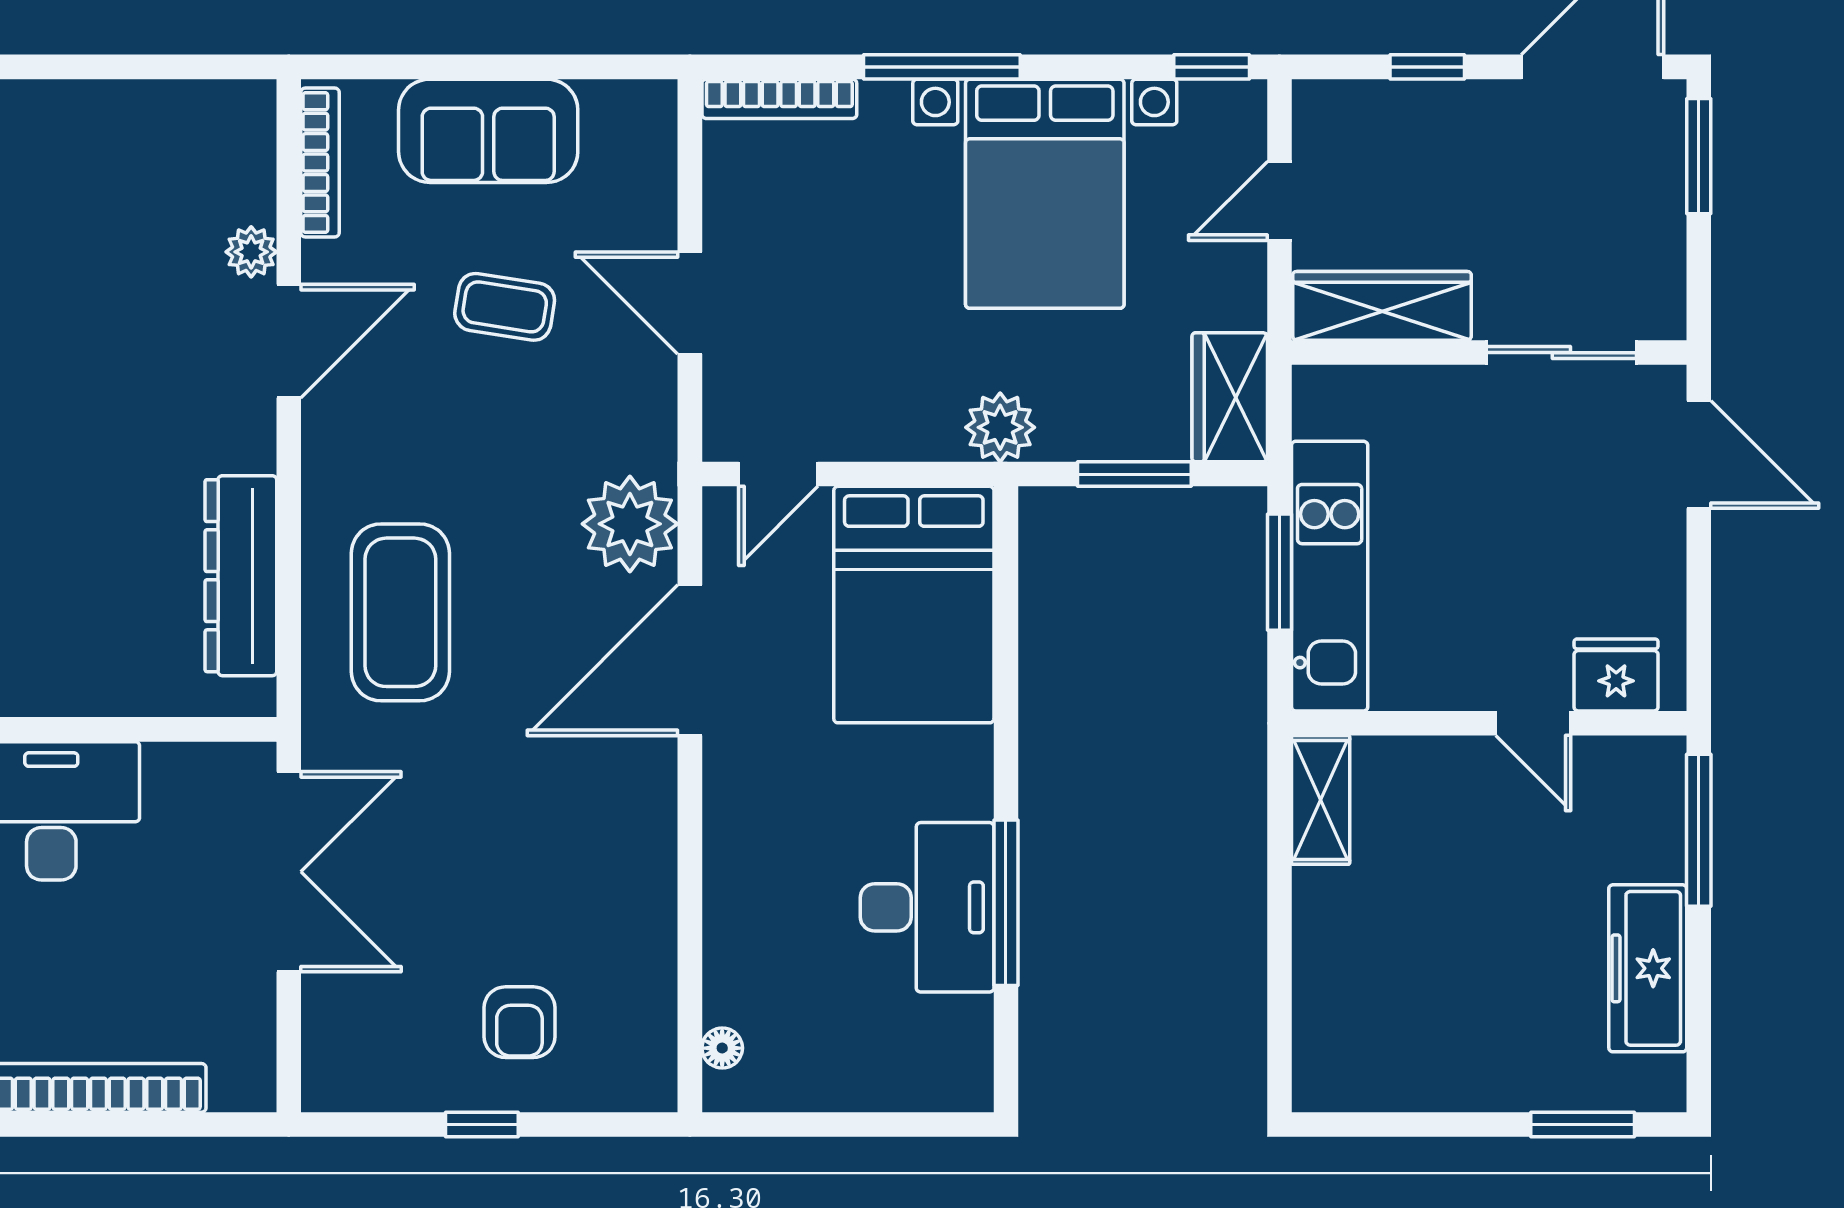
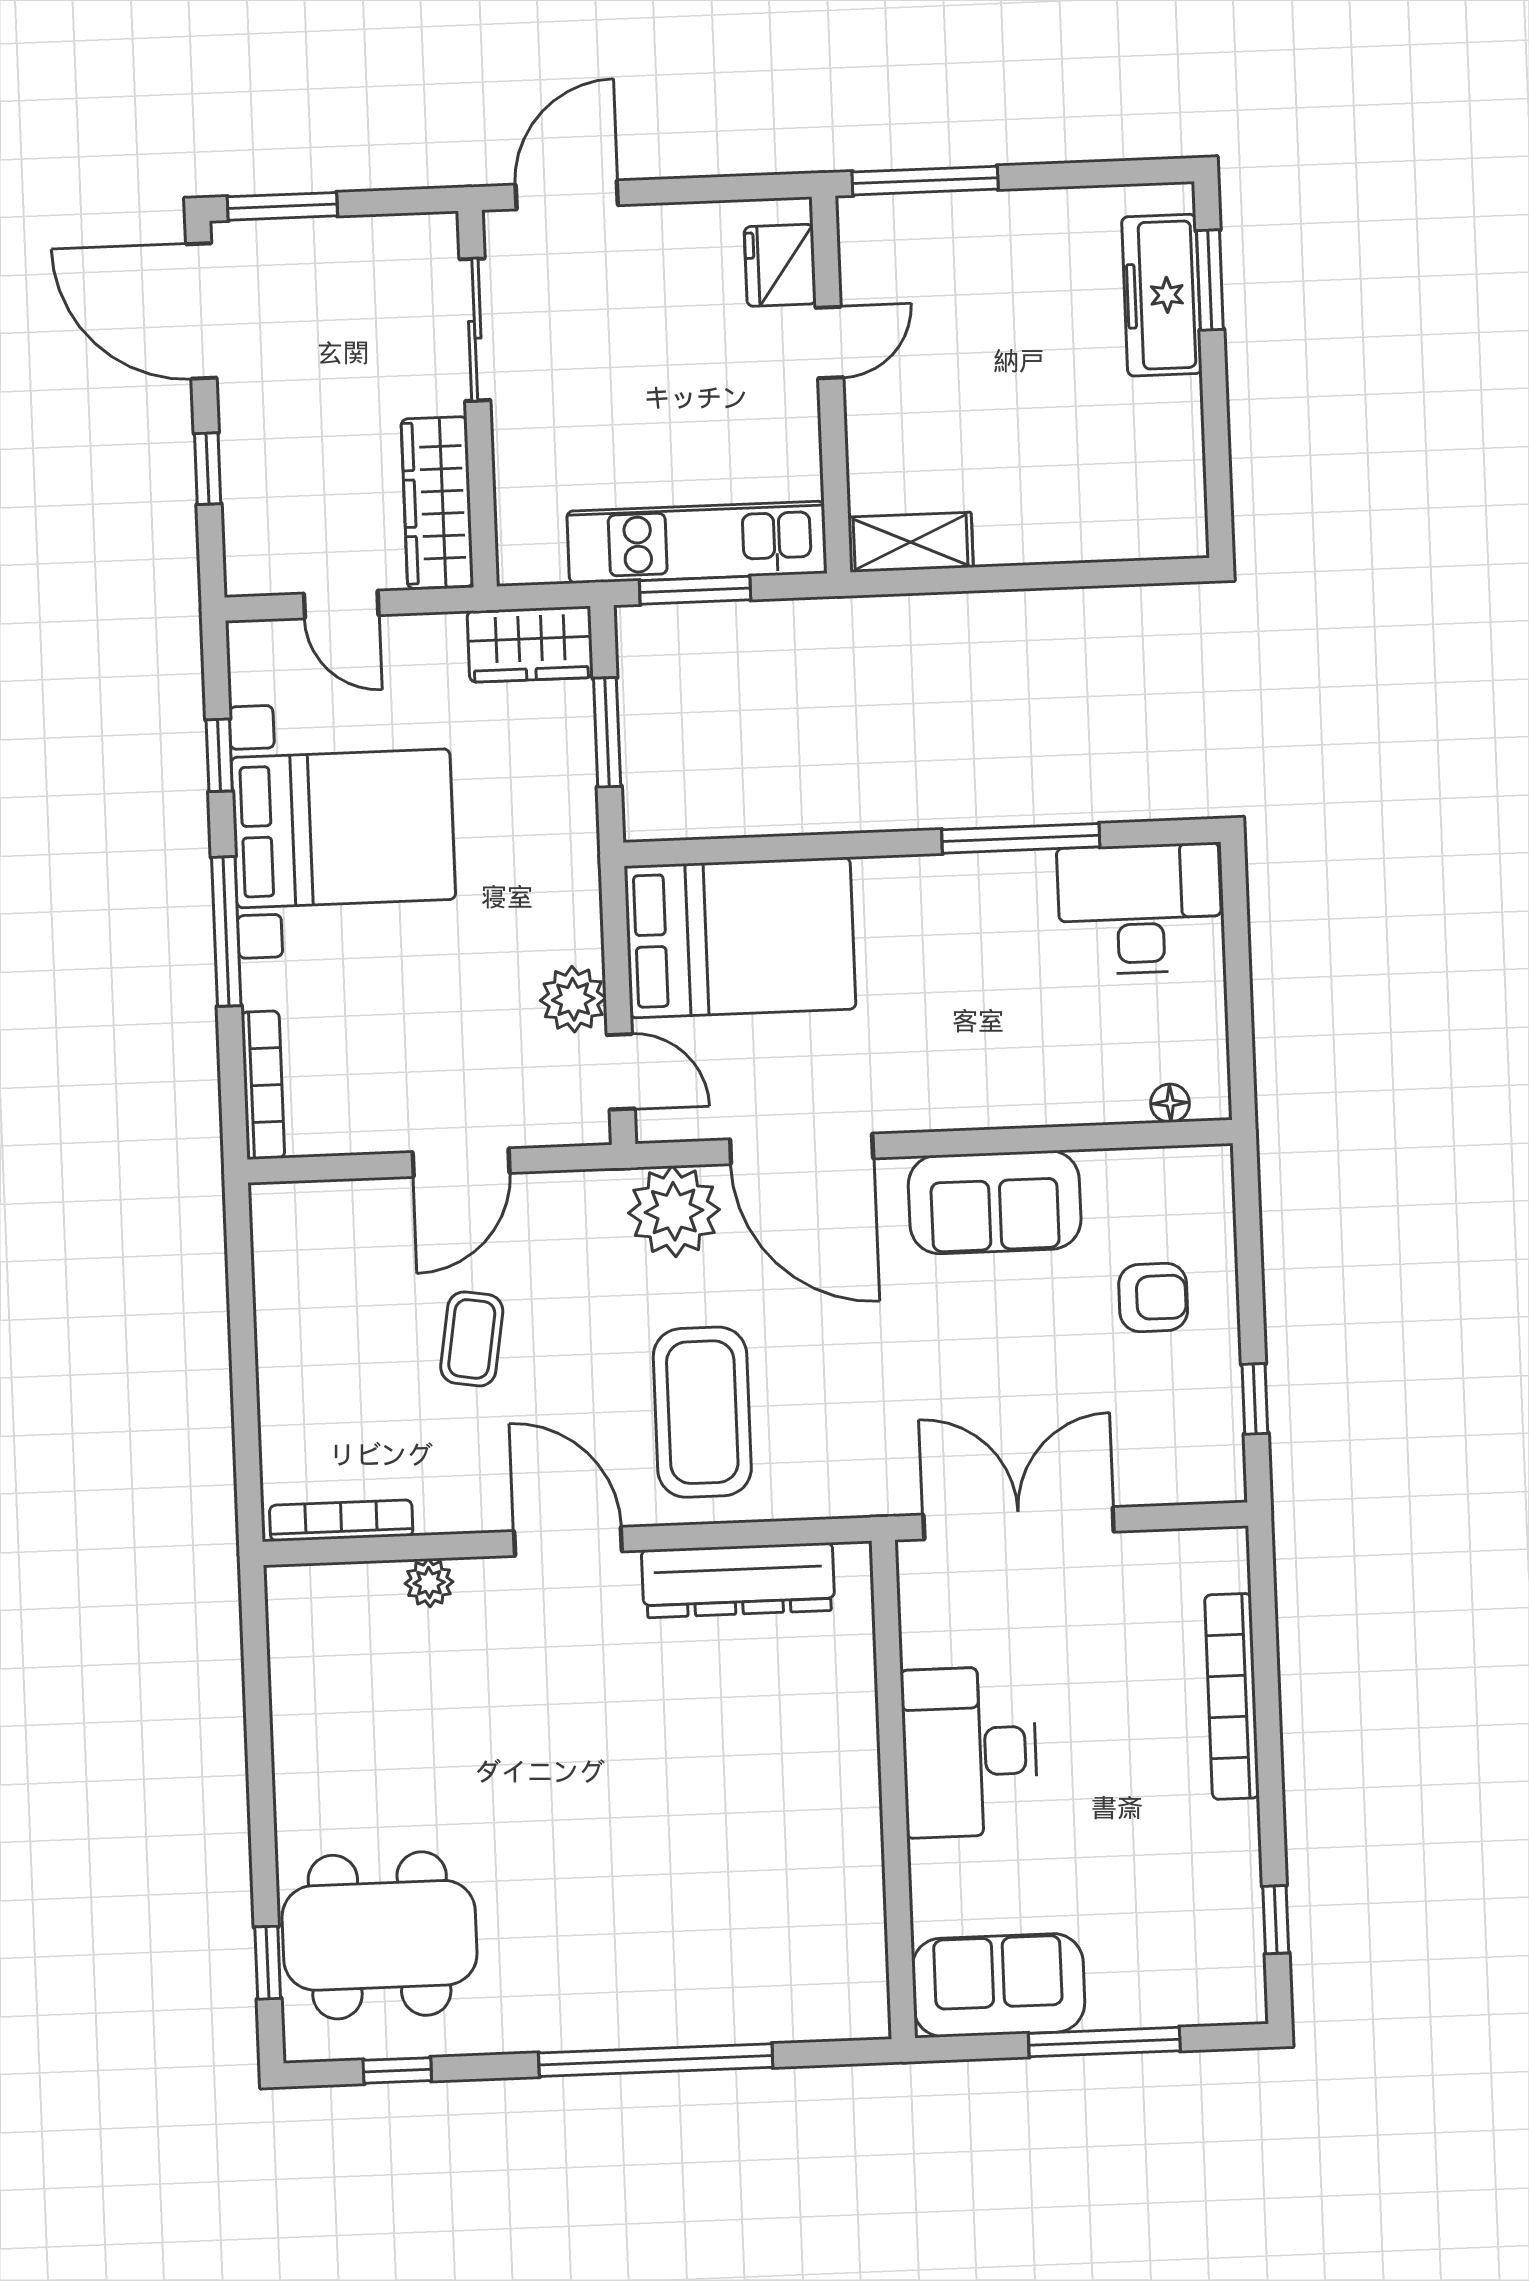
window: (1212, 67) -> (219, 755), moved
sofa: (488, 131) -> (995, 1202), moved, turned 90
door: (289, 341) -> (568, 1541), moved
plant: (1000, 427) -> (573, 999), moved
coffee table: (400, 612) -> (702, 1412), moved, turned 90
desk: (927, 907) -> (1140, 909), moved
freezer: (1648, 968) -> (1162, 295), moved, turned 90
window: (482, 1124) -> (1255, 1399), moved

